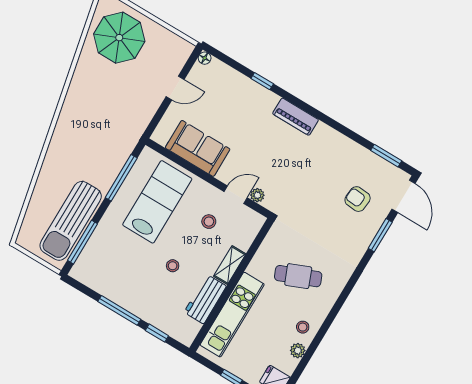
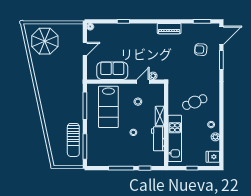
piano: (296, 117) -> (169, 29), moved
door: (404, 196) -> (221, 35), hinge flipped
lab bench: (157, 202) -> (108, 107), turned 180
sun lounger: (71, 221) -> (73, 140), width x0.73, depth x0.75

